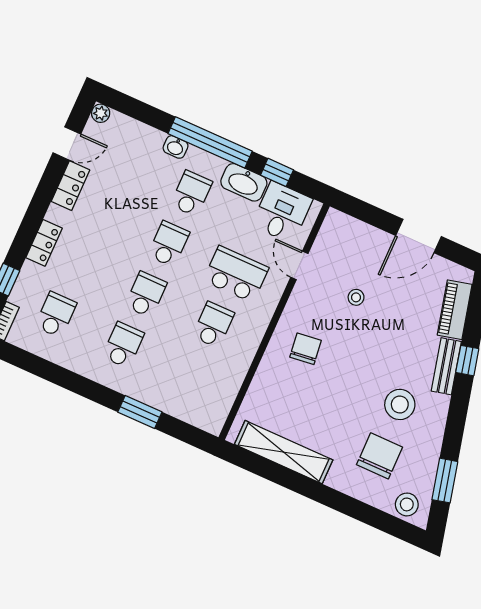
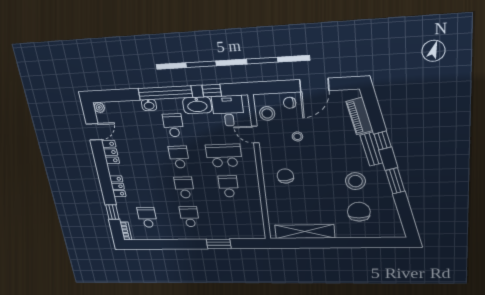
chair: (373, 244) -> (290, 103), added
window: (445, 481) -> (395, 181), moved
stool: (407, 504) -> (267, 113), moved

